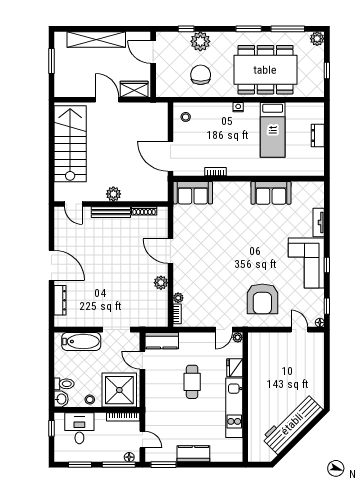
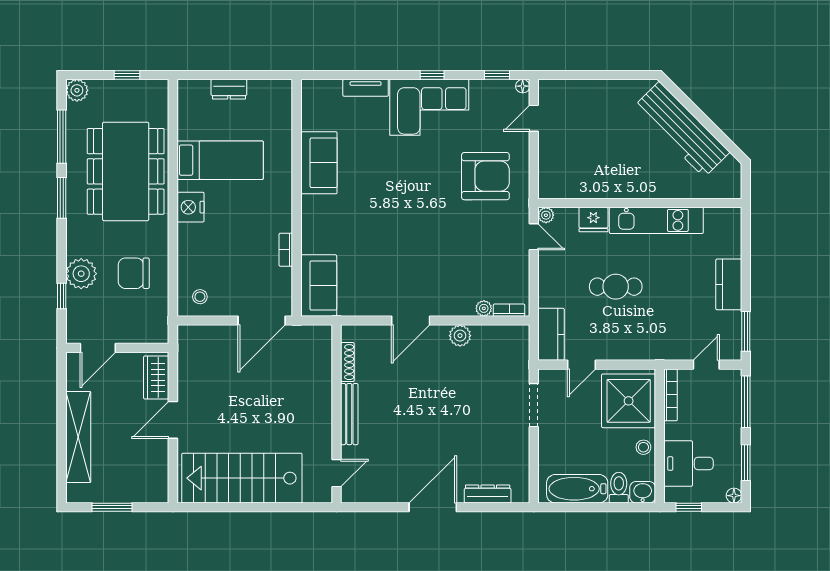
nightstand: (238, 107) -> (190, 207), width x1.89, depth x1.79
plant: (113, 194) -> (321, 410), removed
bathtub: (81, 341) -> (577, 489), moved, turned -90
floor lamp: (129, 457) -> (734, 496), moved

